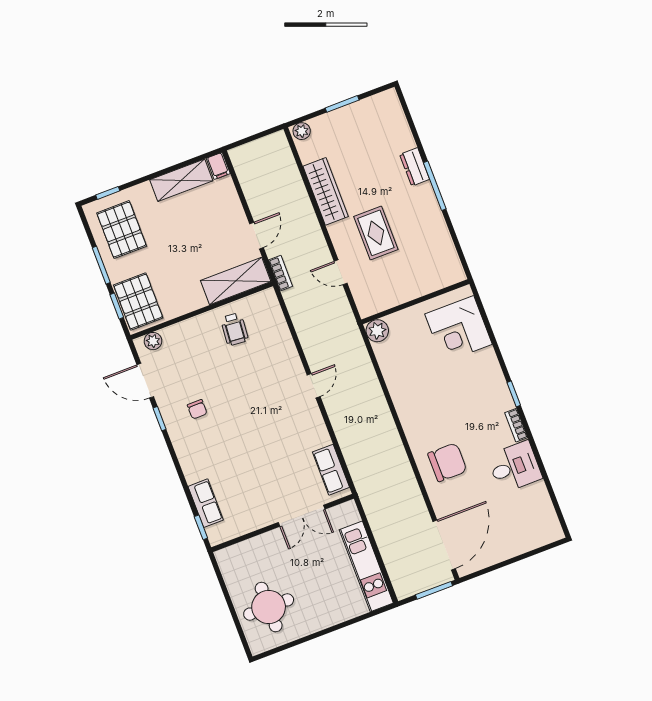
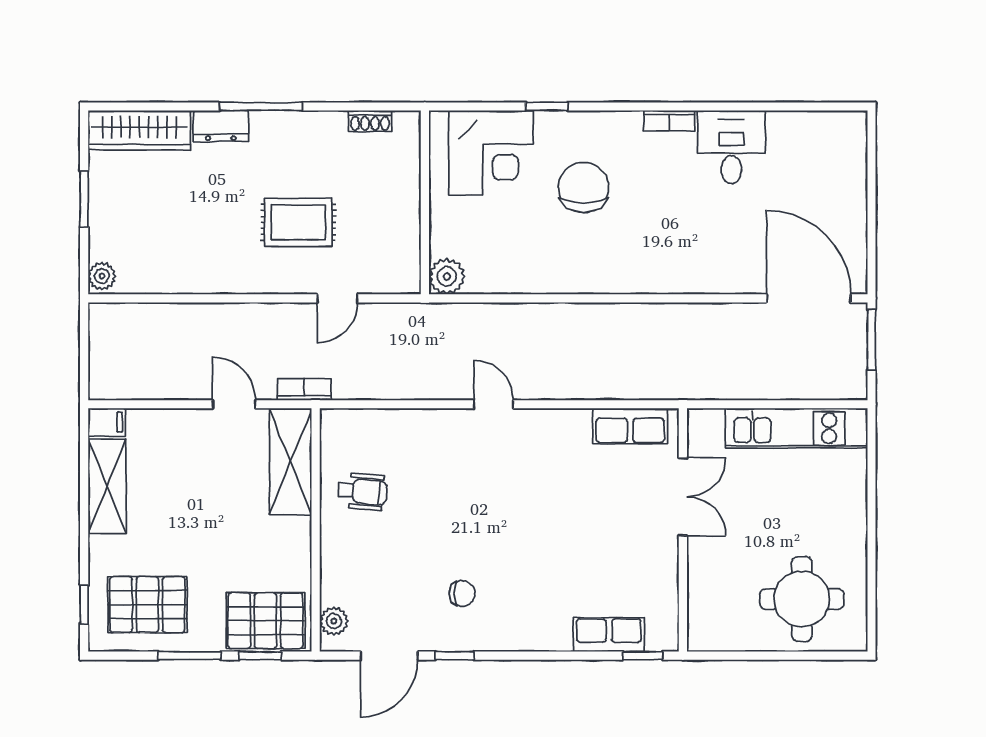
wardrobe: (326, 191) -> (139, 130), moved, turned 180
shoe rack: (450, 252) -> (370, 121), added
window: (514, 394) -> (547, 106), moved
chair: (447, 462) -> (583, 187), moved

